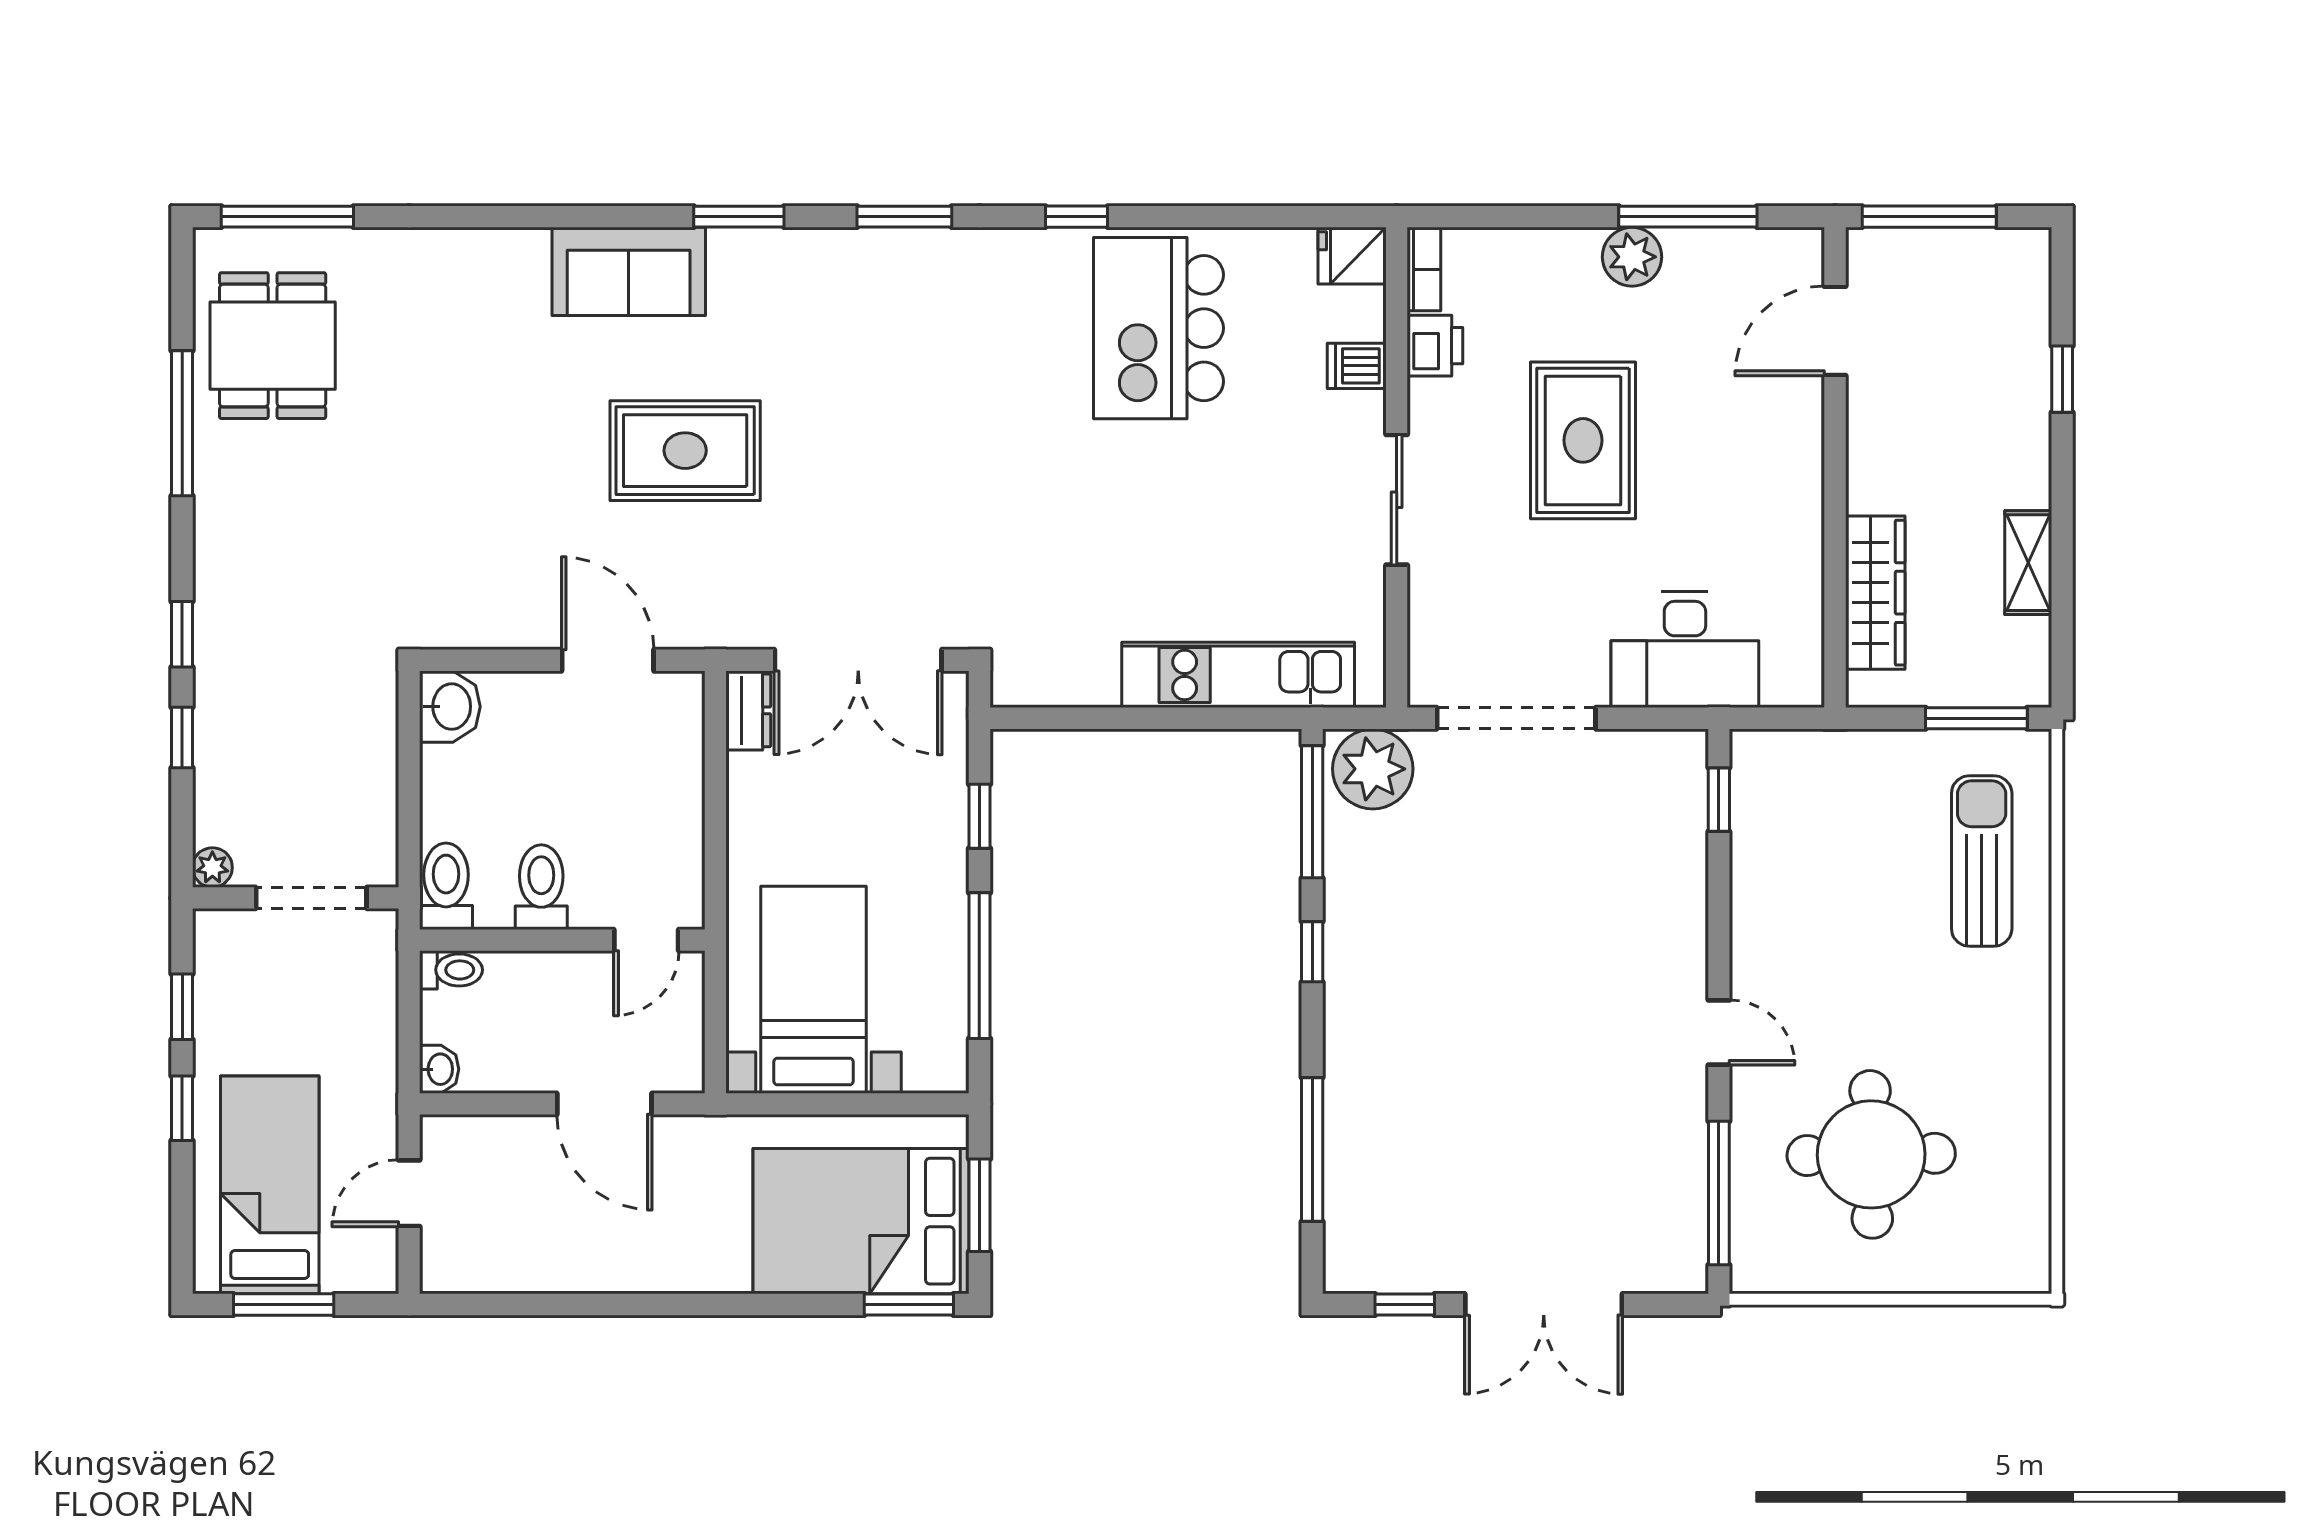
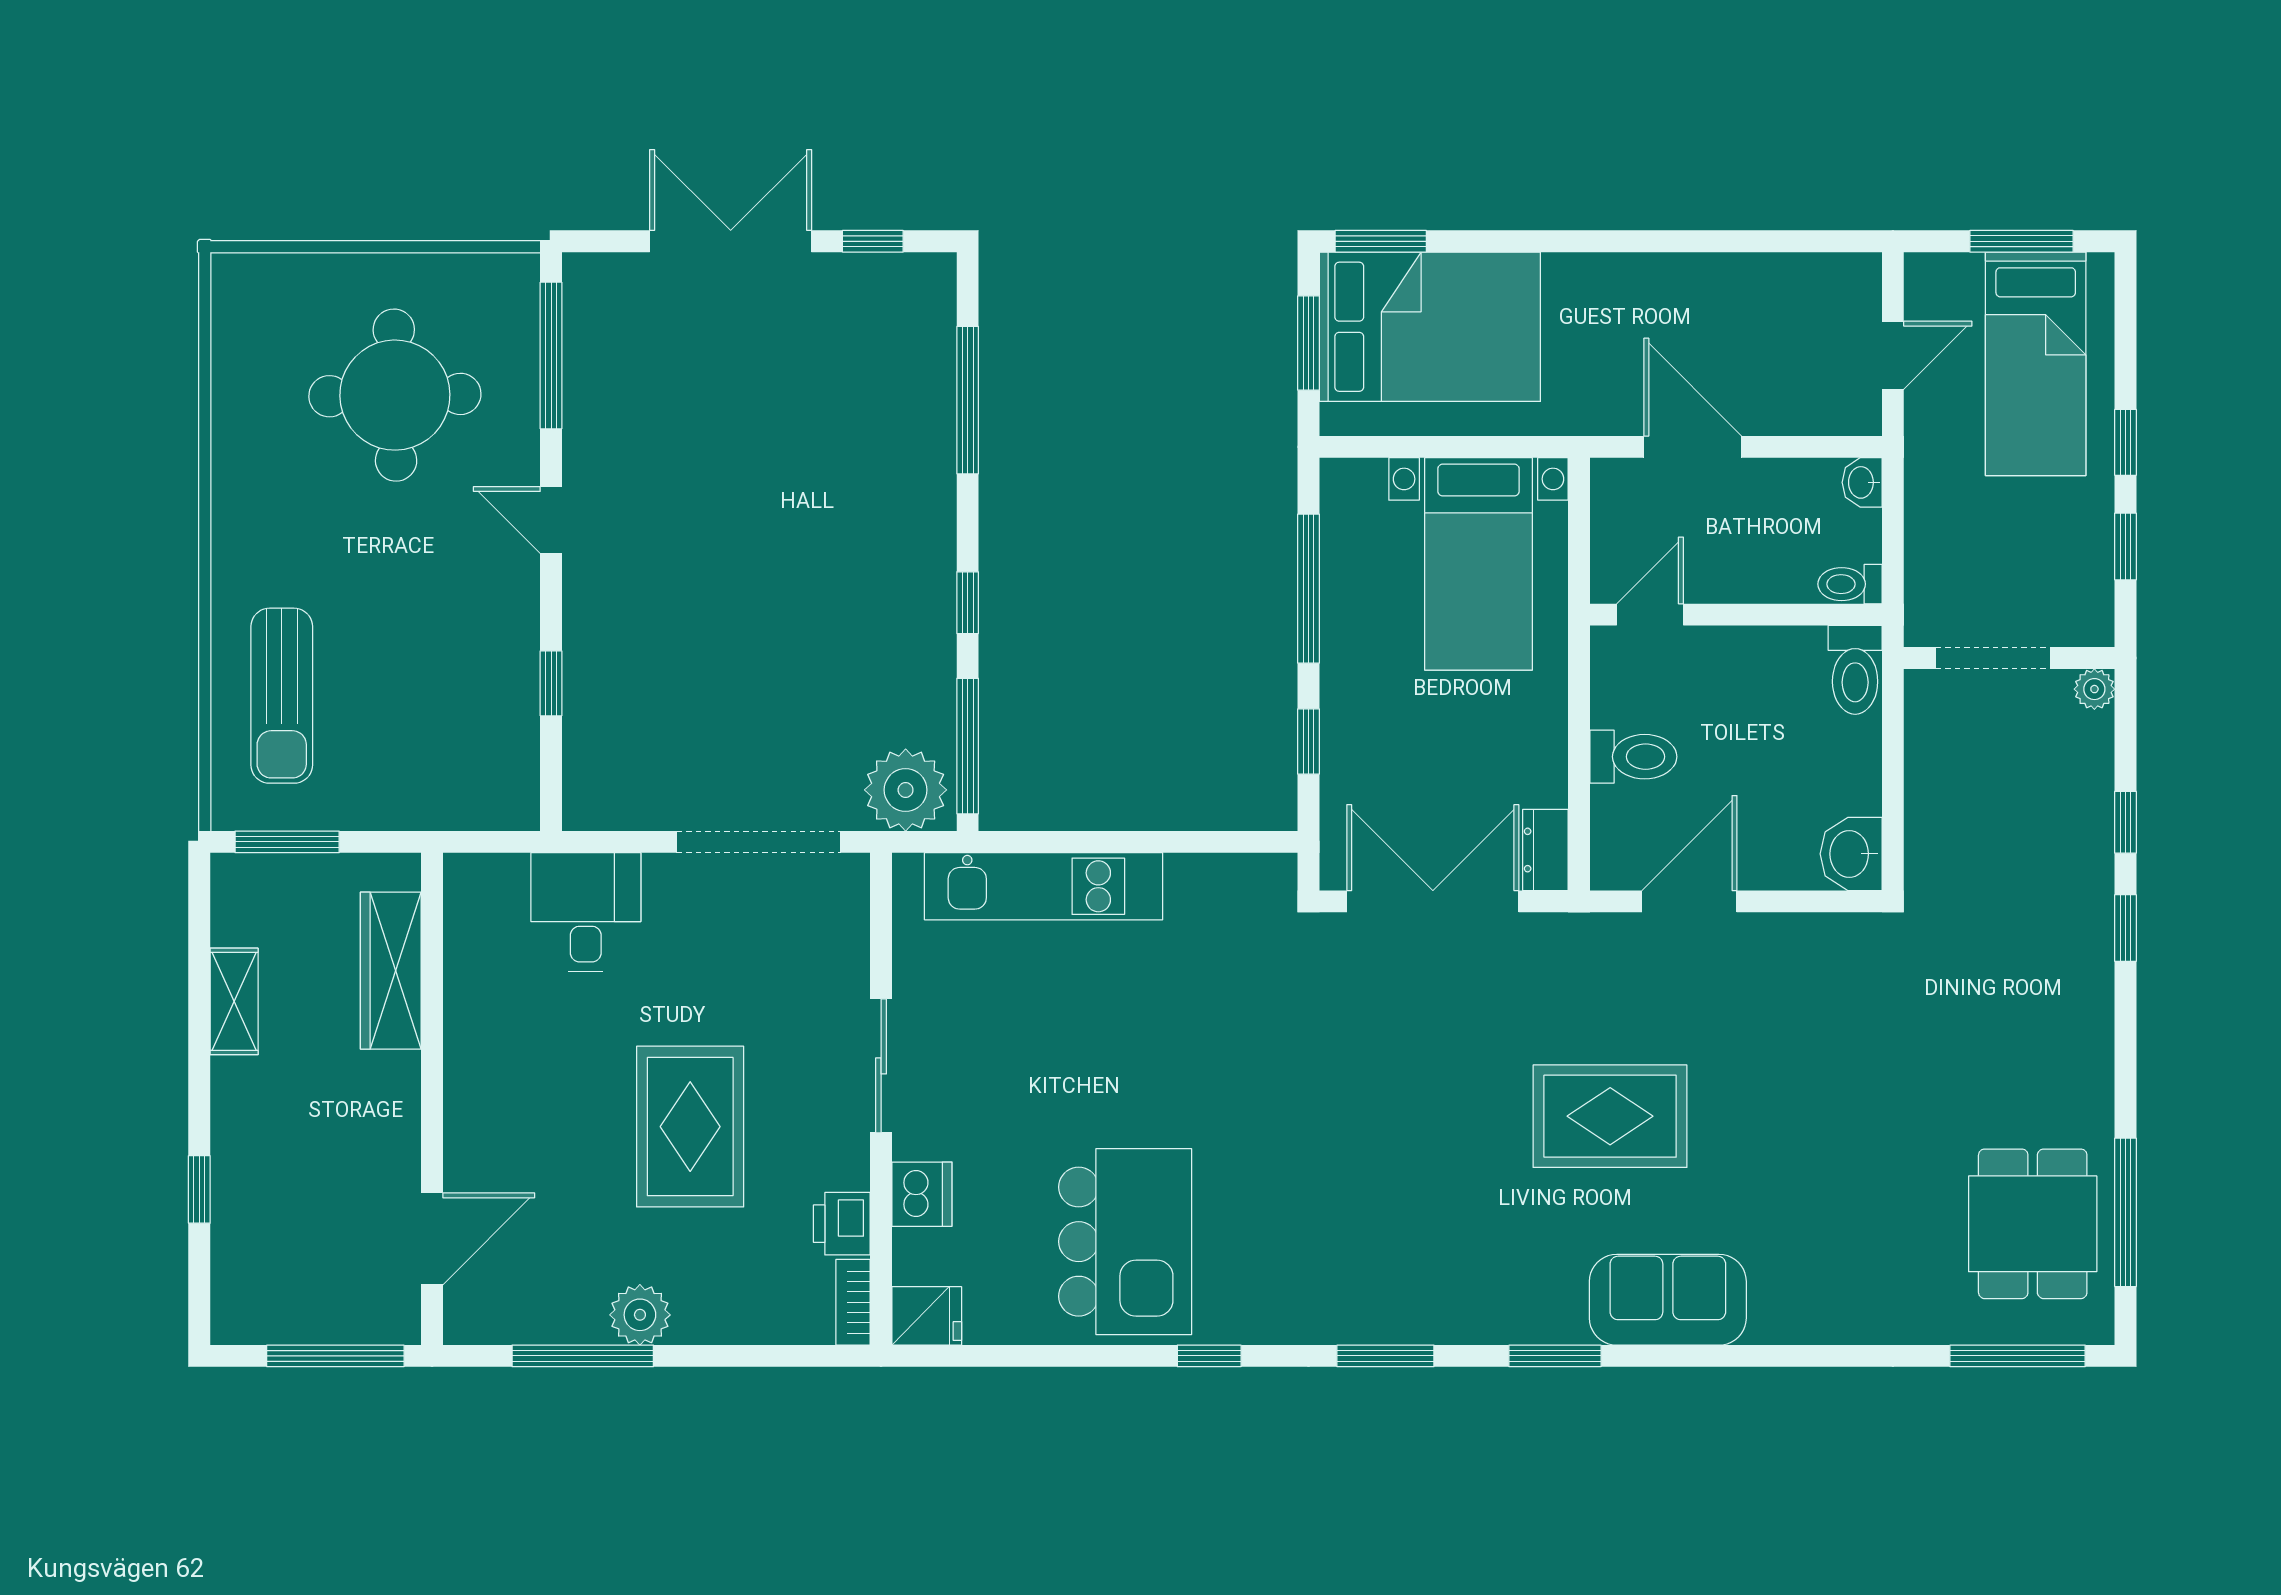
dishwasher: (1357, 366) -> (922, 1194), width x1.38
window: (182, 423) -> (2126, 1212), moved
desk: (1685, 650) -> (586, 912), width x0.73
door: (608, 660) -> (1689, 901), swing flipped
window: (1719, 800) -> (551, 683), moved
toilet: (541, 887) -> (1633, 757), moved, turned -90

